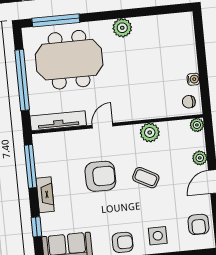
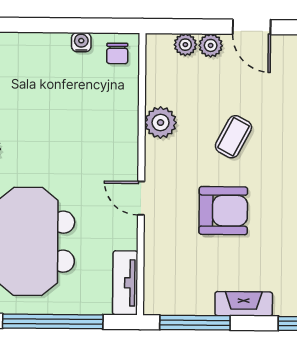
tv unit: (58, 121) -> (125, 283), width x0.71
plant: (197, 125) -> (185, 45), moved
armchair: (100, 176) -> (223, 211), turned 90

